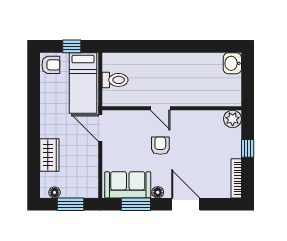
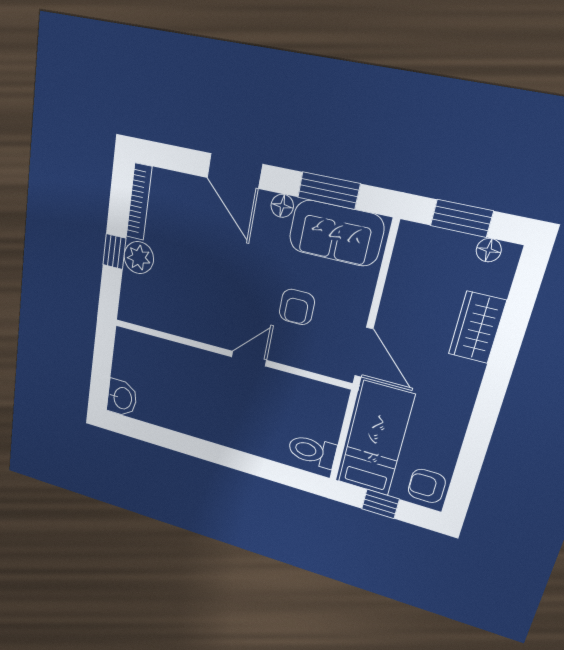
toilet: (115, 80) -> (312, 451), moved
door: (160, 108) -> (249, 359), hinge flipped
plant: (233, 119) -> (139, 258), moved
armchair: (160, 146) -> (297, 307), moved

